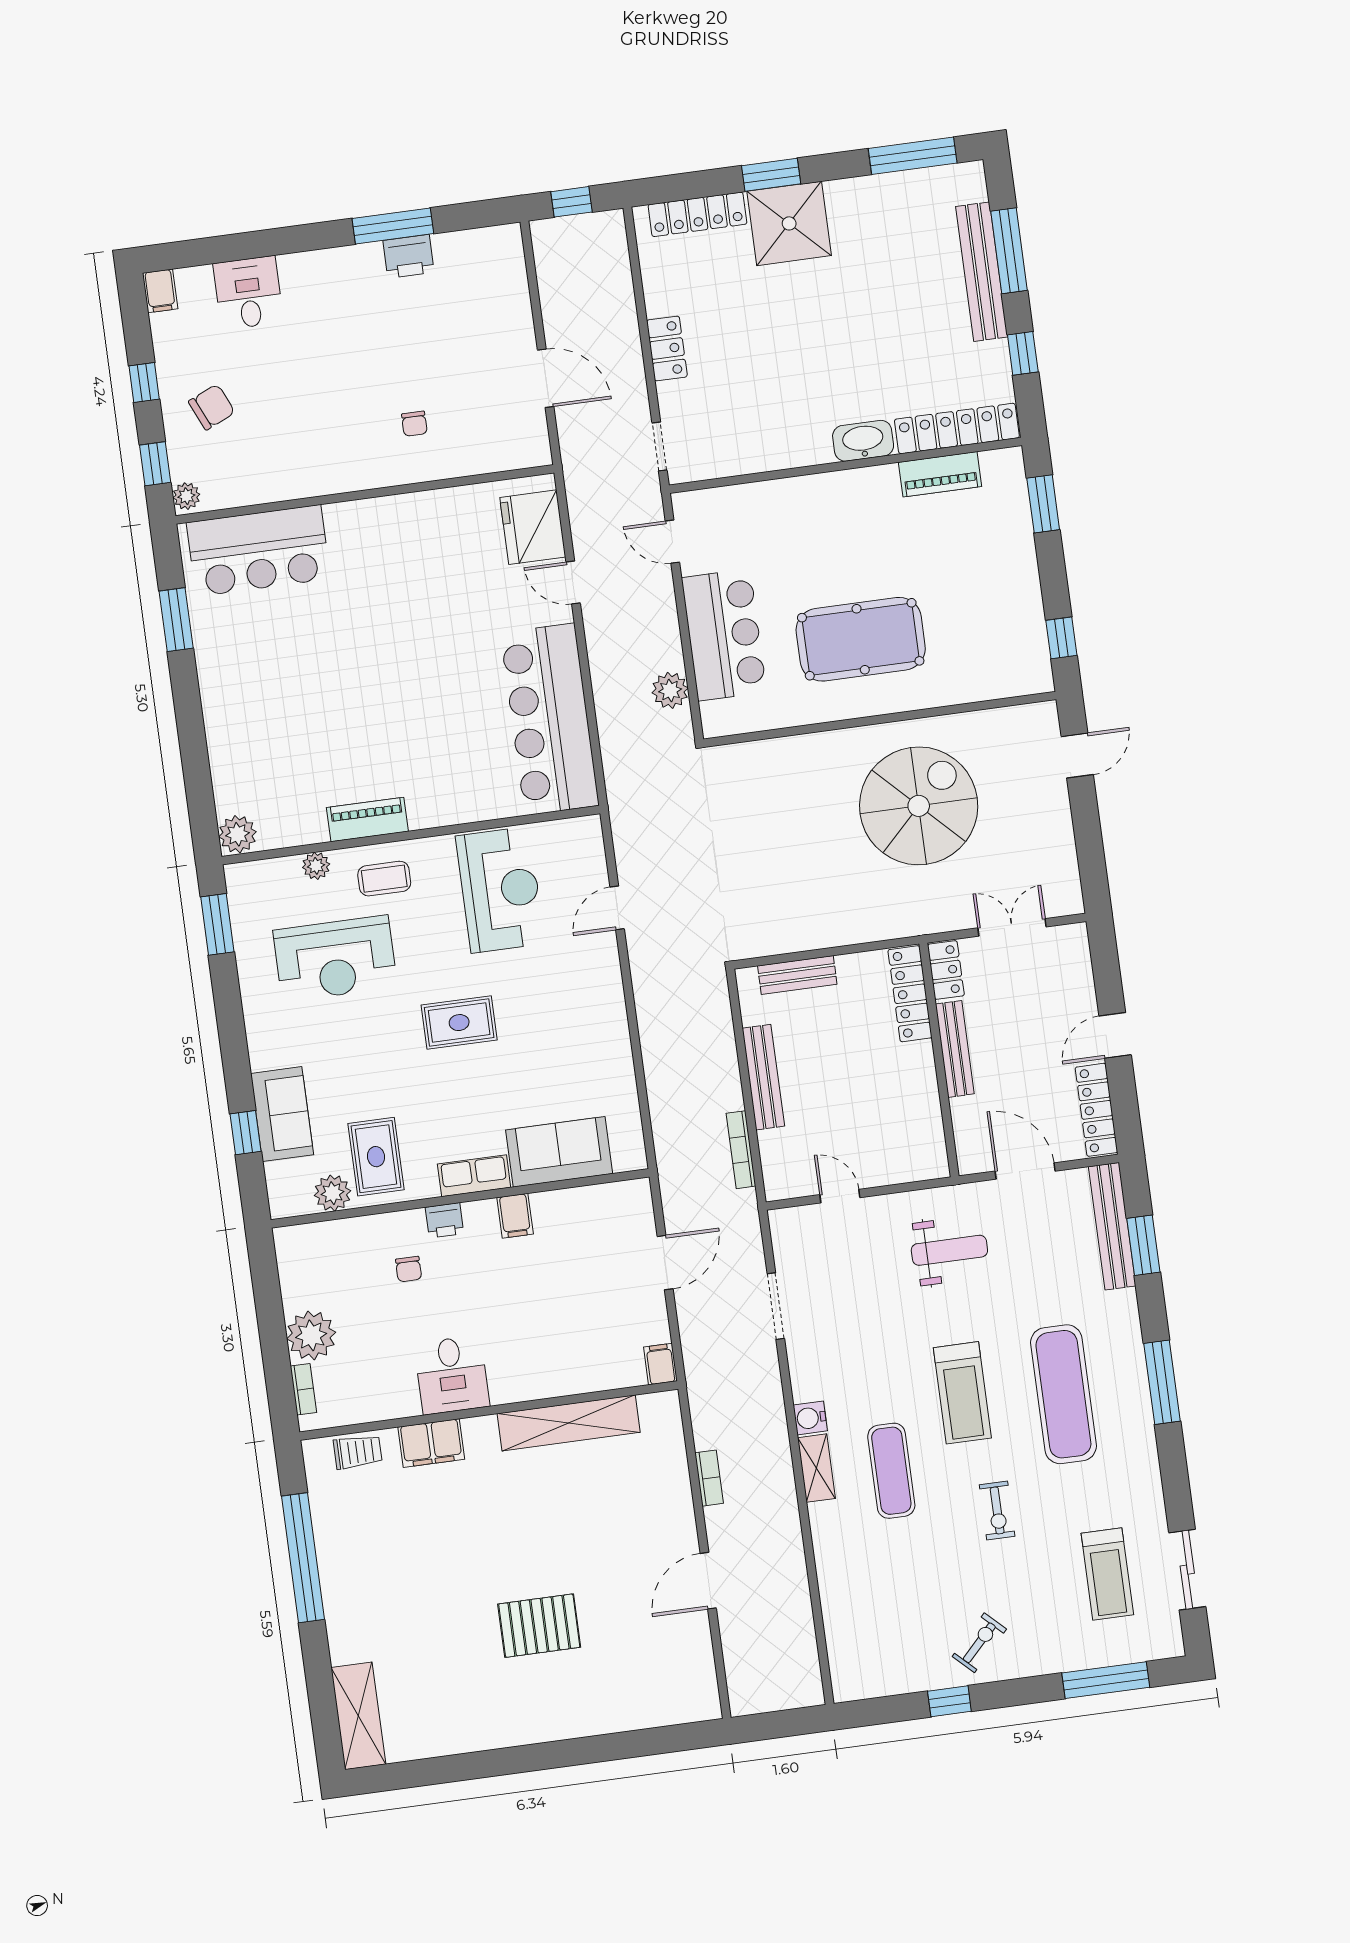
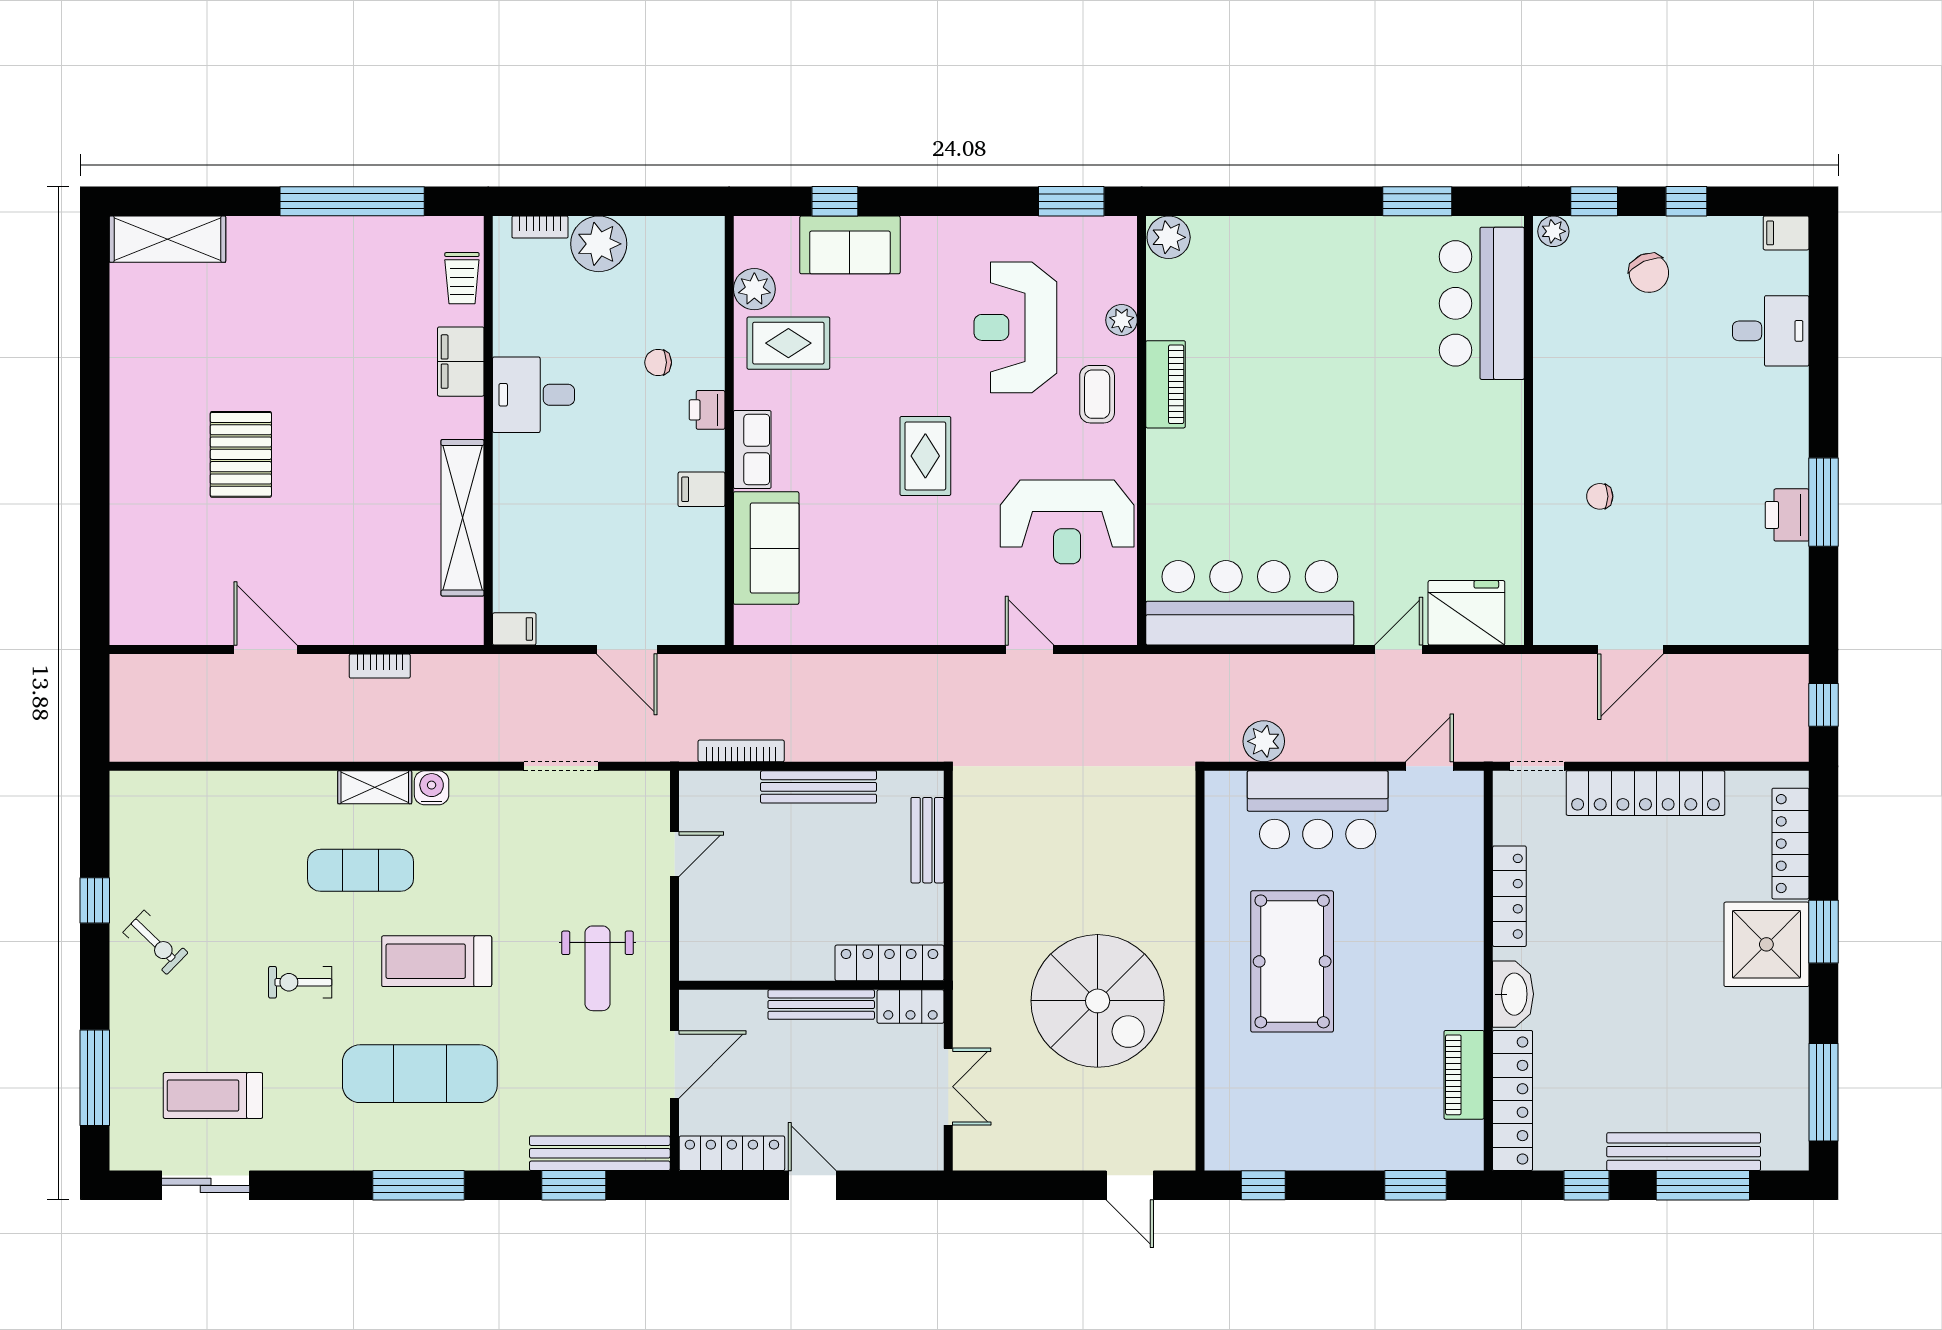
locker: (667, 348) -> (1645, 793), width x2.16, depth x1.21
locker: (777, 456) -> (1509, 896), added

